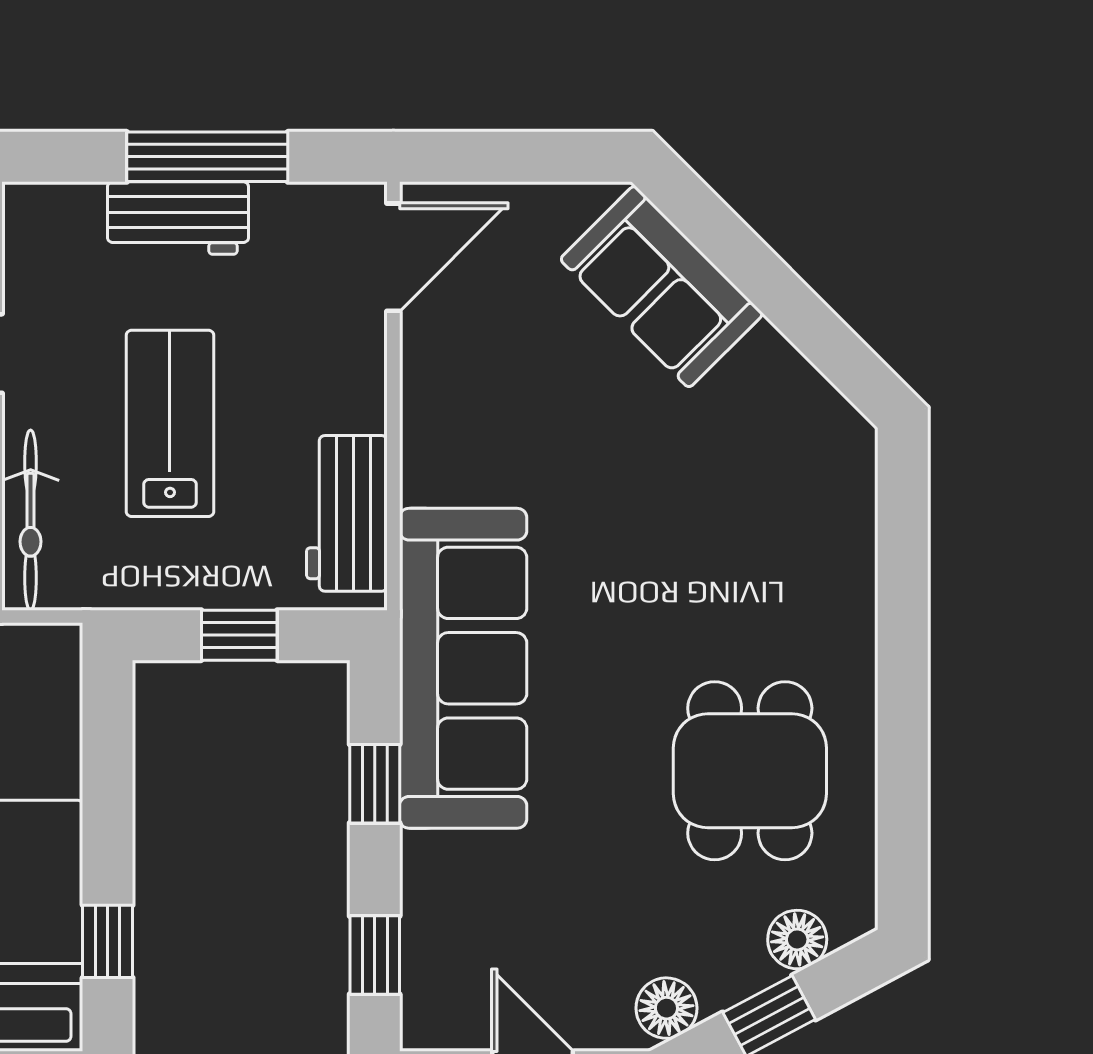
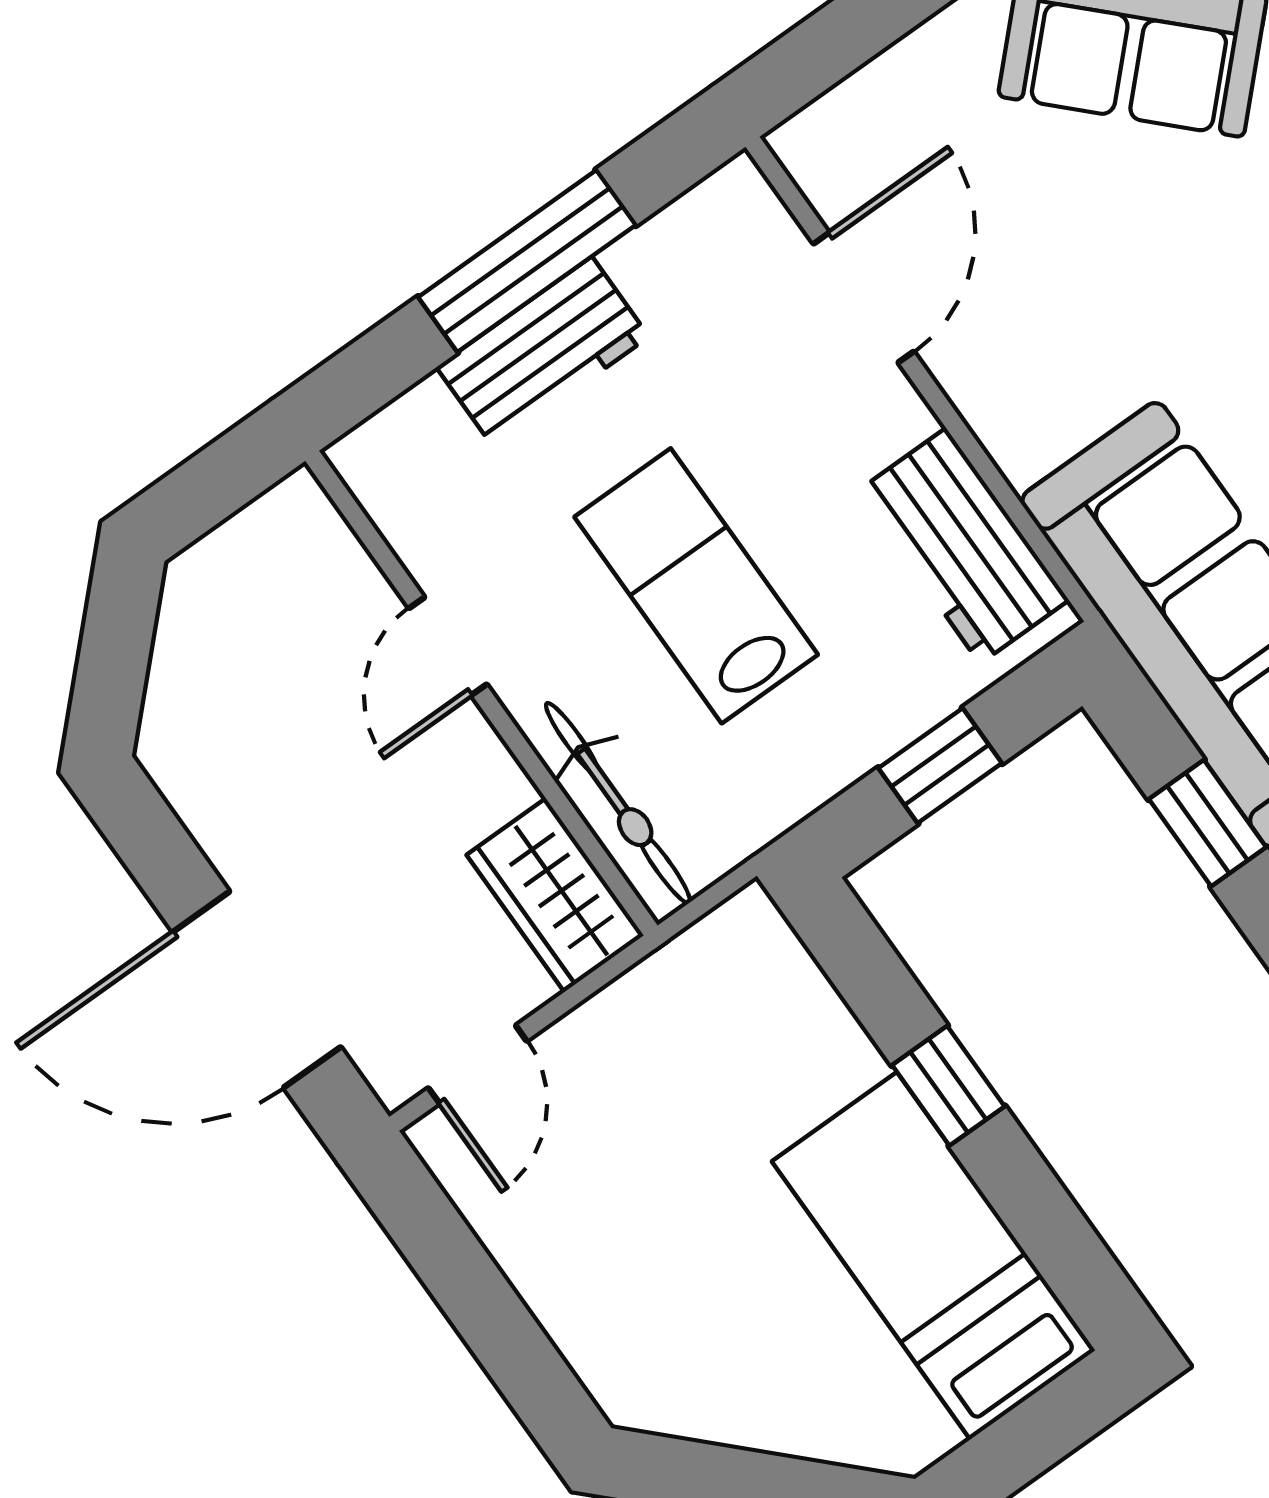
door: (393, 257) -> (864, 298), moved
window: (108, 941) -> (948, 1086), moved

